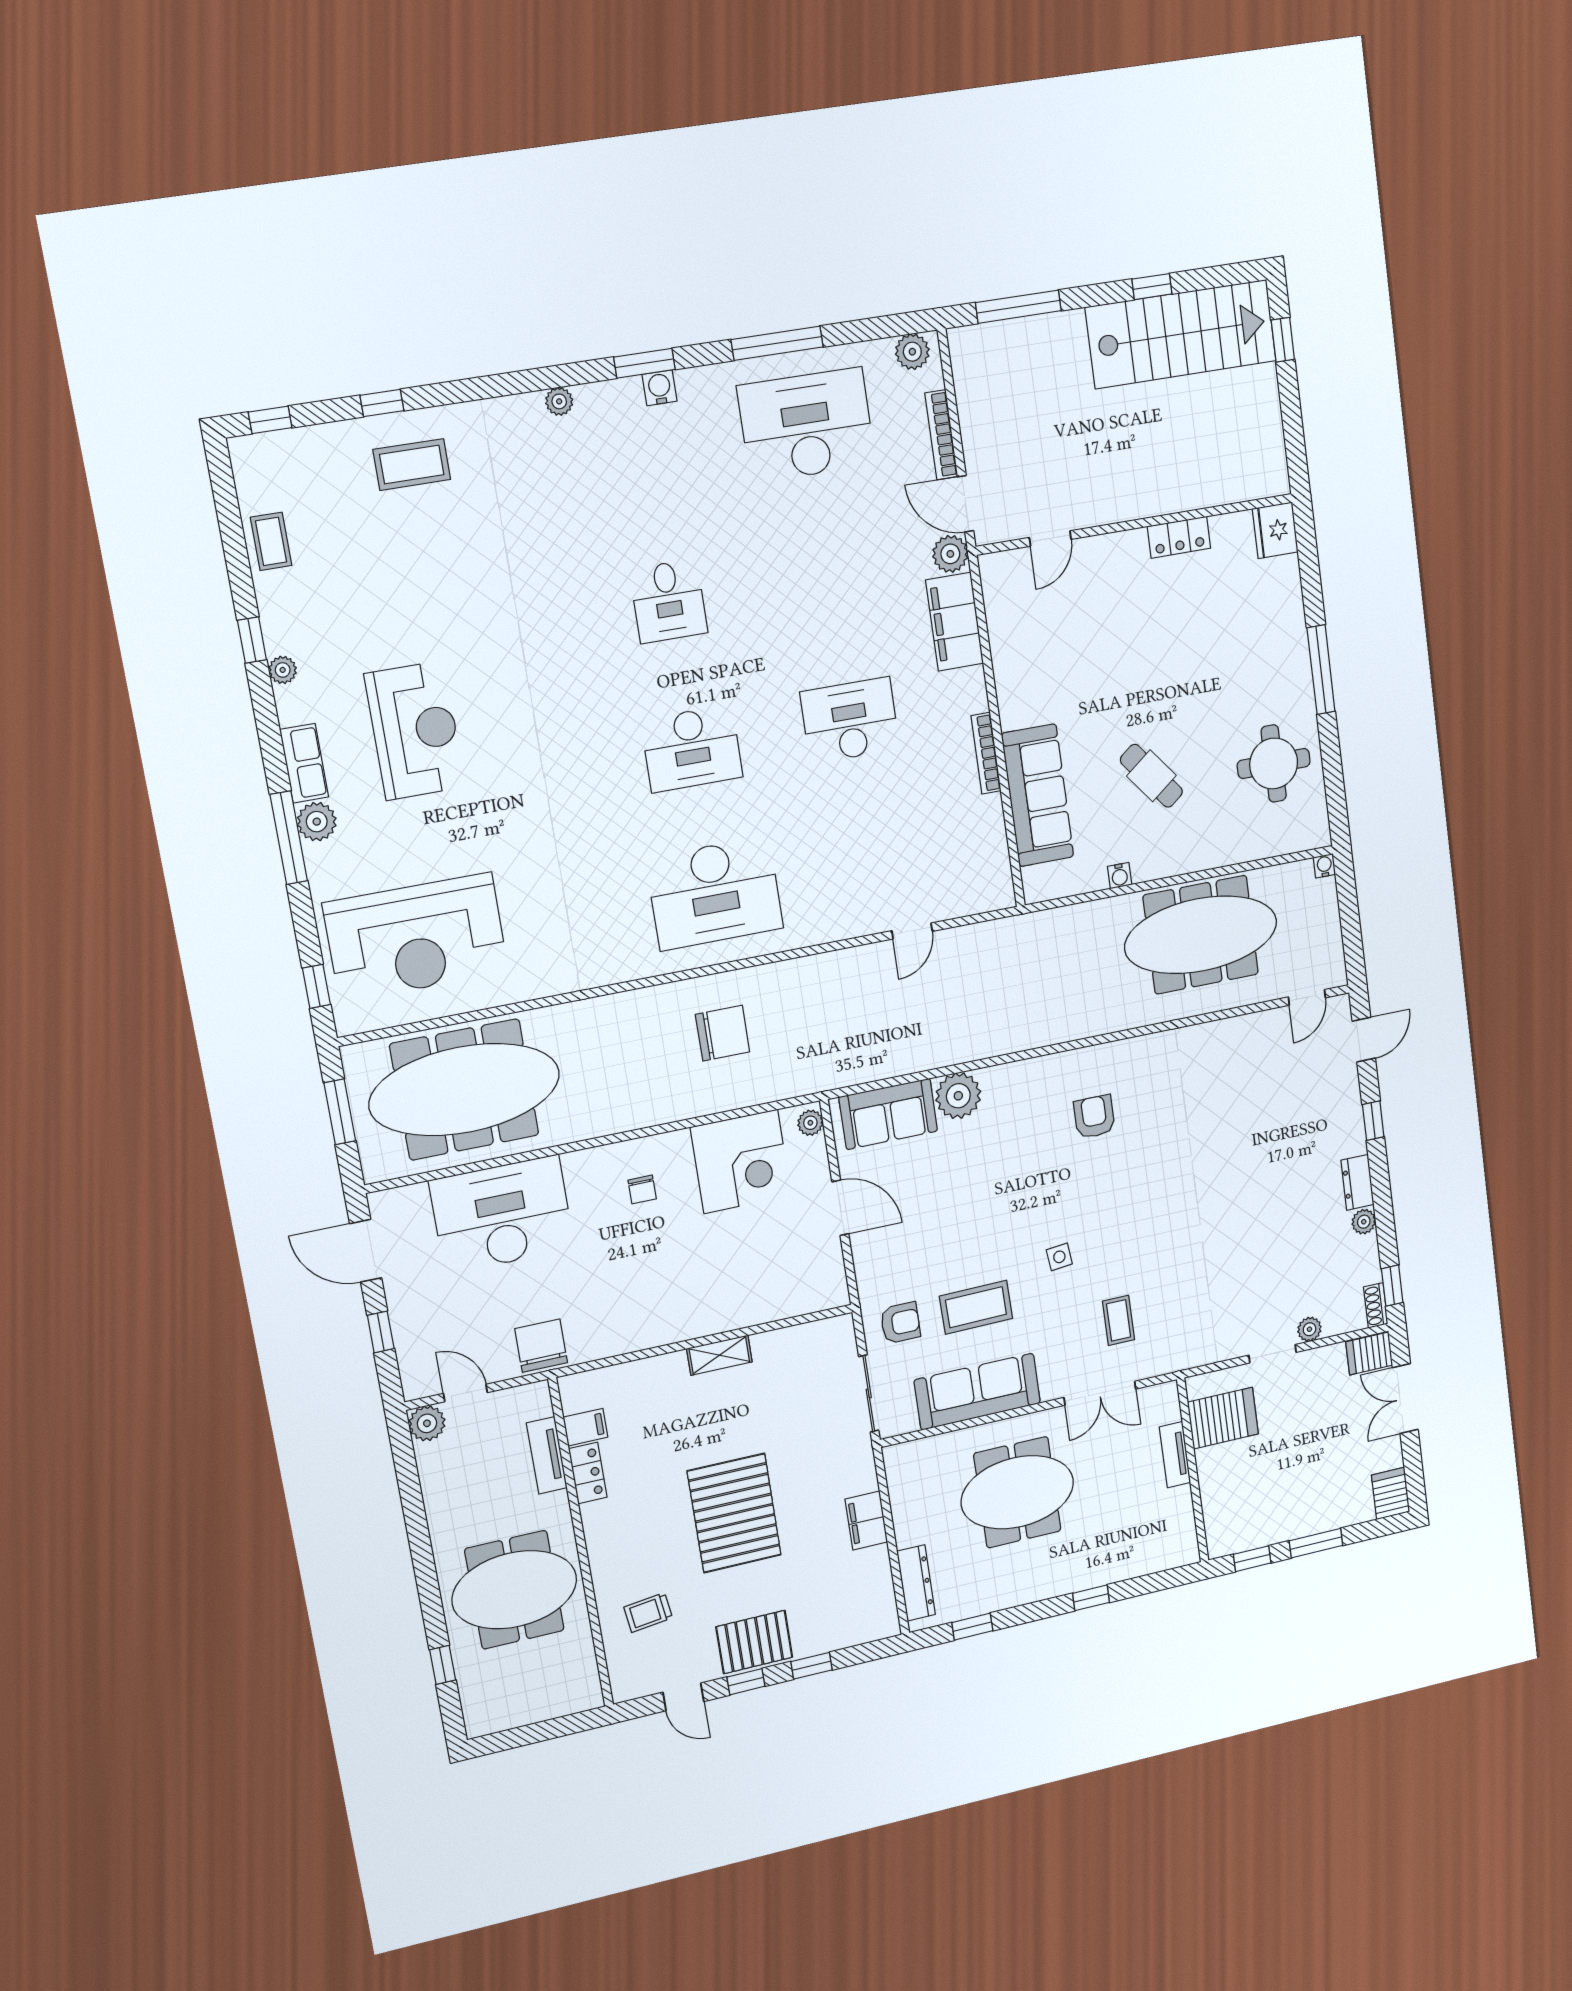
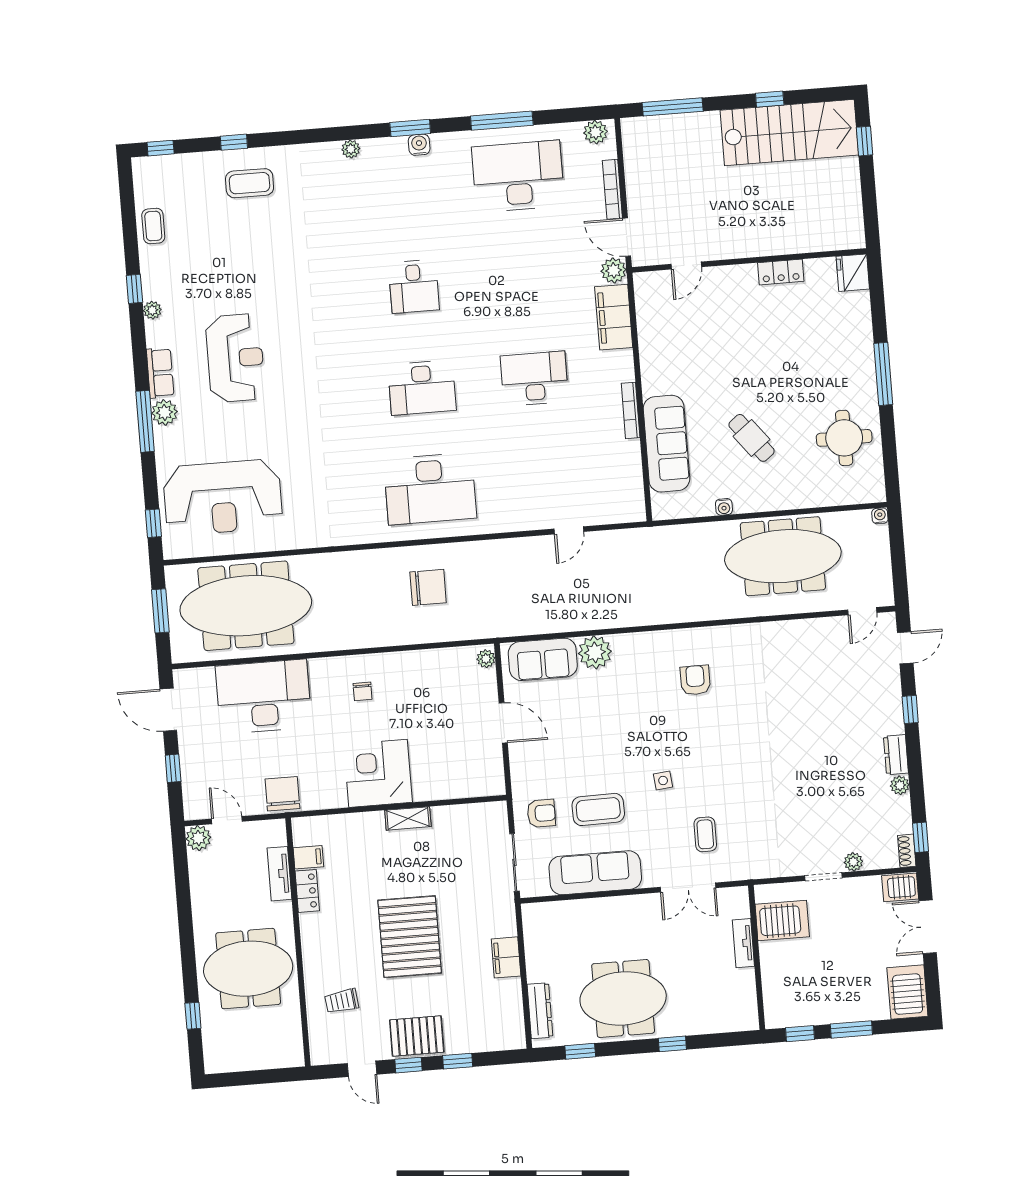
corner desk: (741, 1162) -> (378, 773), moved, turned 180
meeting table: (1017, 1492) -> (623, 998), moved
server rack: (1391, 1493) -> (907, 992), width x1.36, depth x1.44

